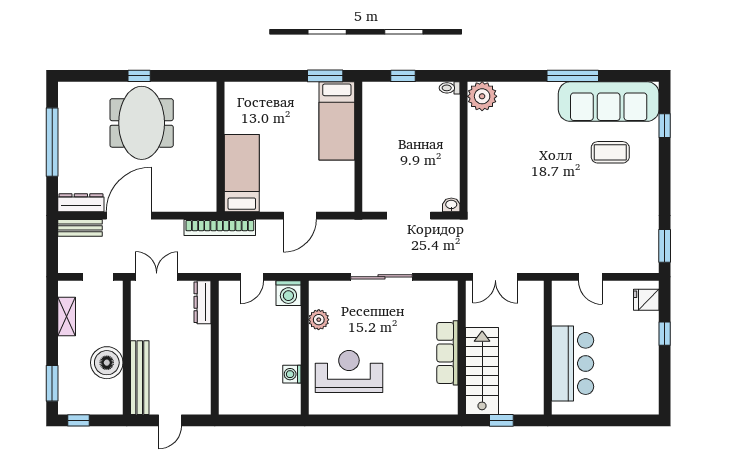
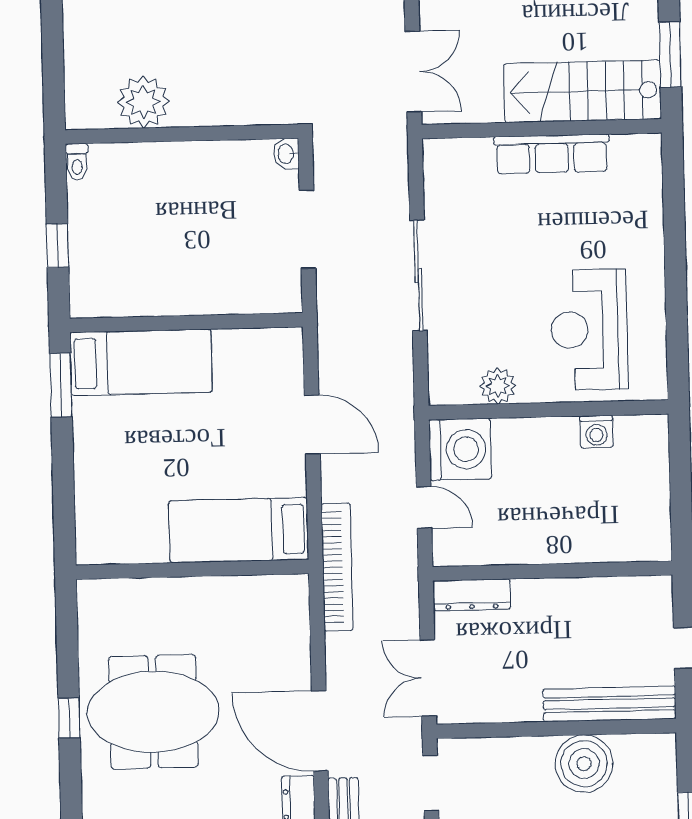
plant: (482, 96) -> (143, 102), moved
washing machine: (288, 293) -> (460, 449), width x1.37, depth x1.37
window: (501, 420) -> (670, 55), width x1.50

